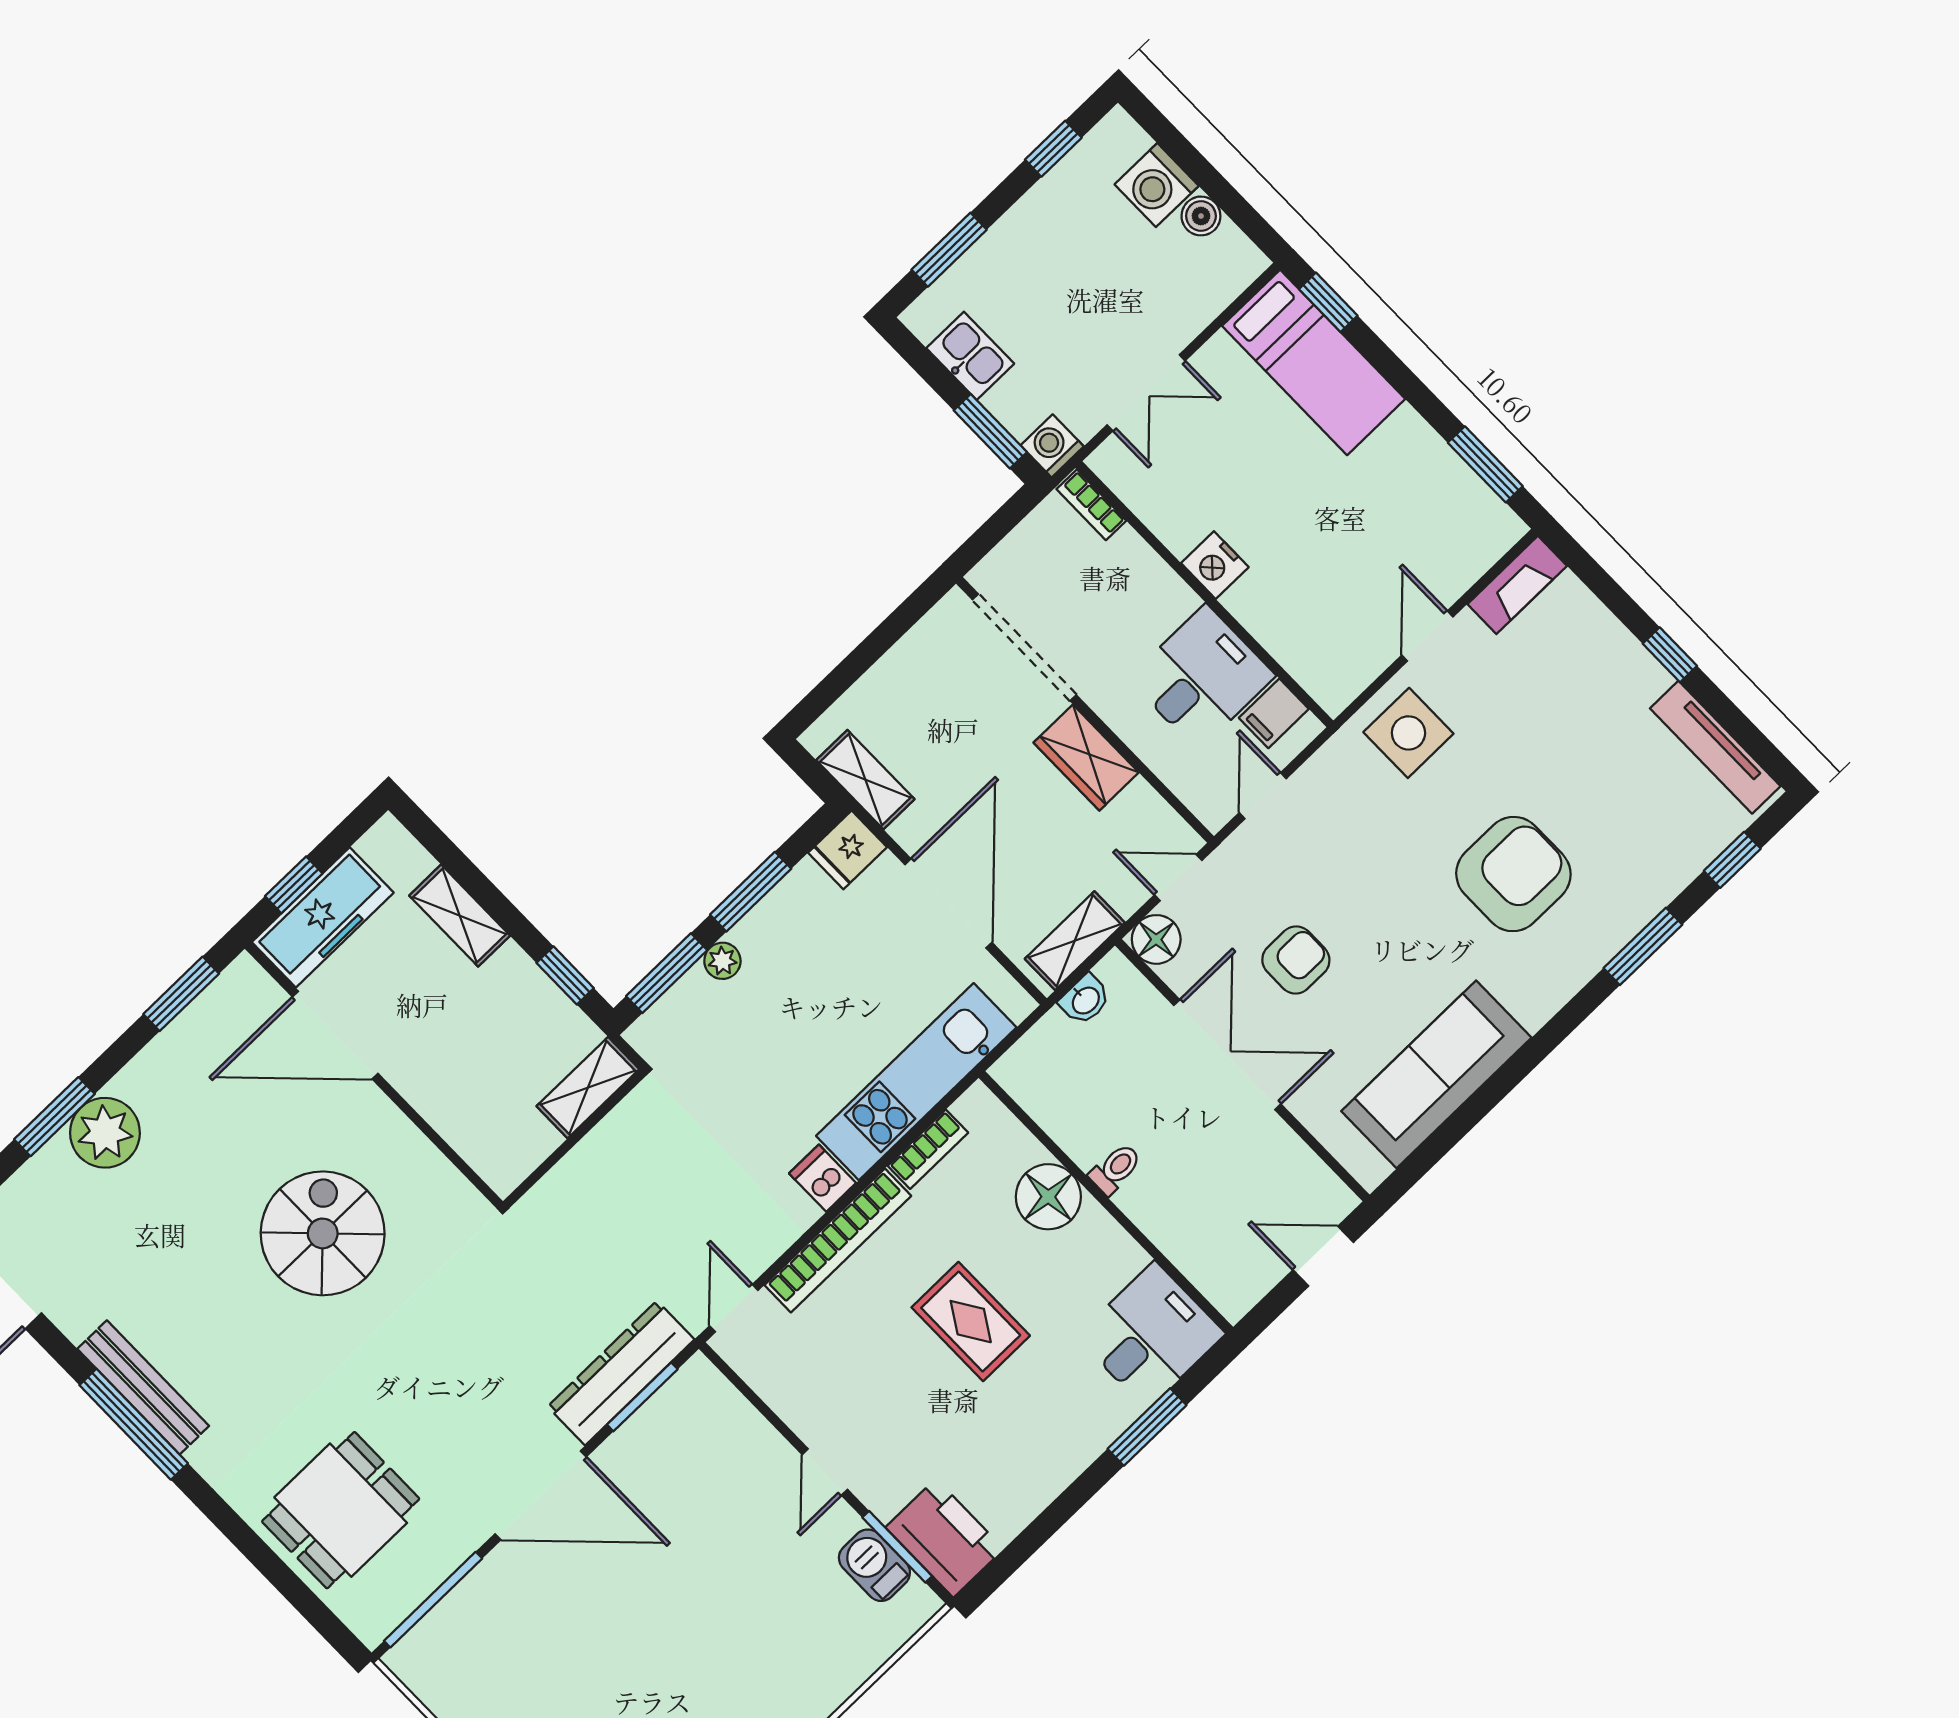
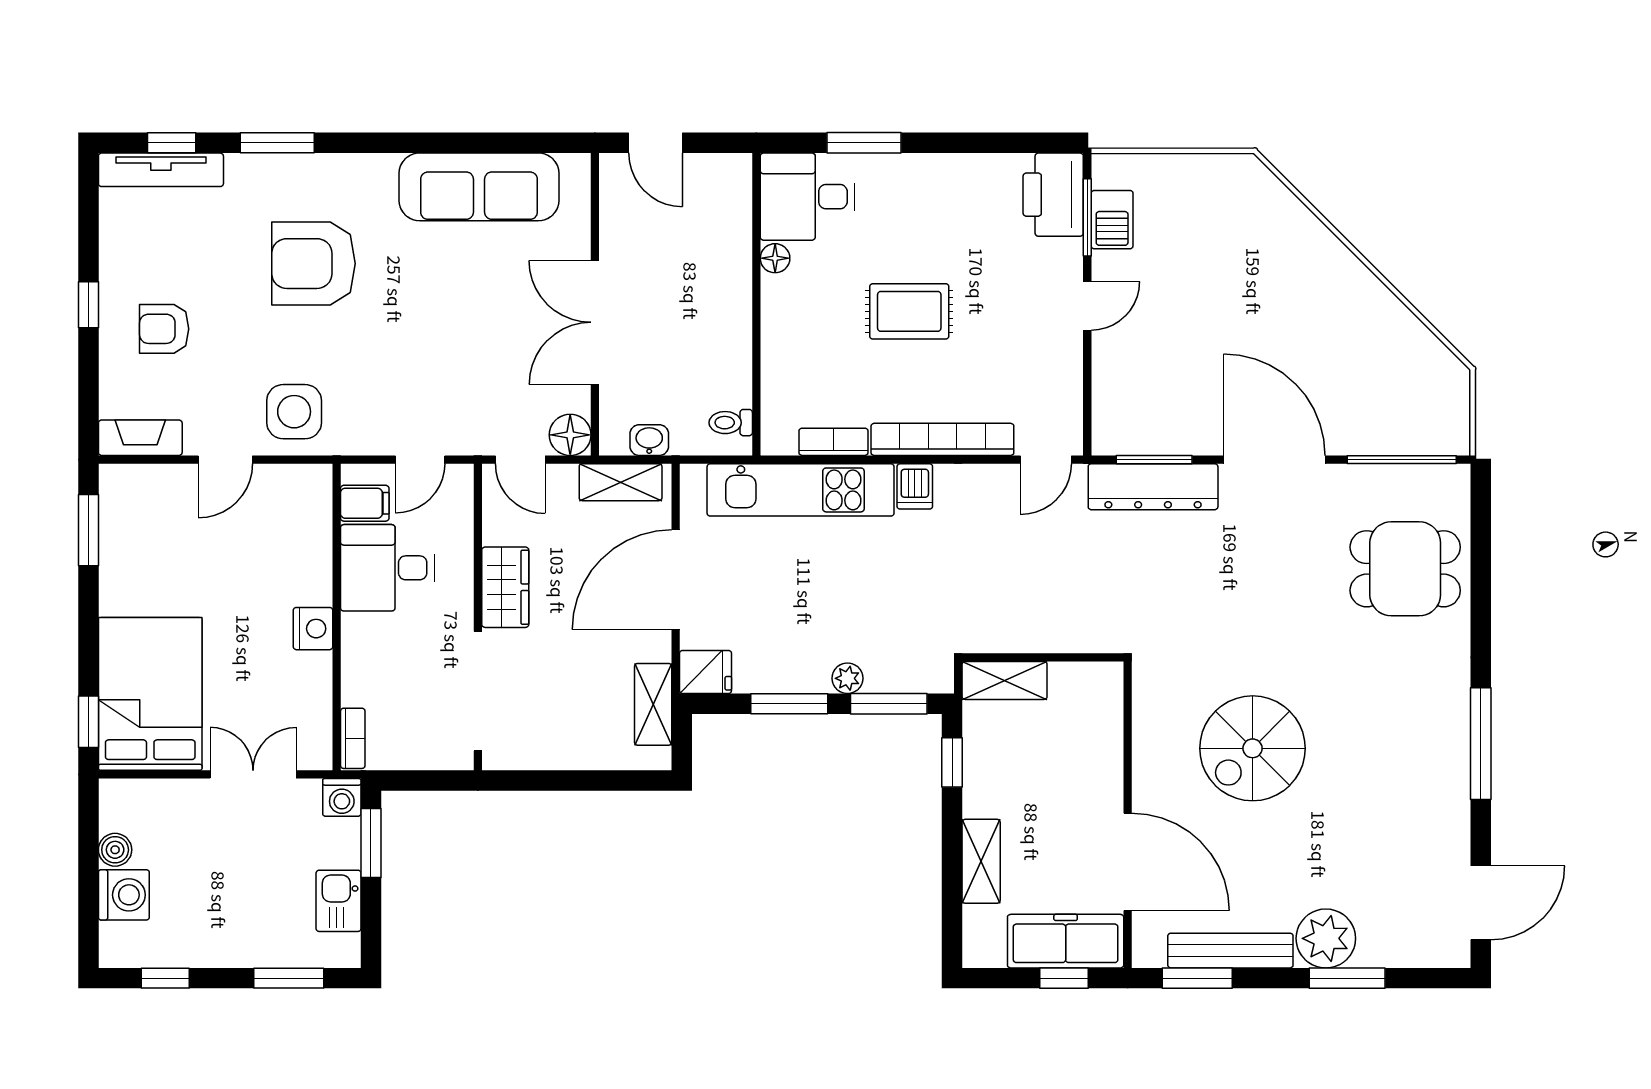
bed: (1314, 362) -> (150, 694), width x1.50
tv unit: (1715, 747) -> (161, 170), moved, turned 90
armchair: (1296, 960) -> (164, 329), moved
toilet: (1115, 1169) -> (731, 423), moved
floor lamp: (1048, 1197) -> (775, 258), moved, width x0.53, depth x0.53
rug: (971, 1322) -> (909, 311), turned 90
bench: (143, 1387) -> (1230, 951), moved, turned 90

